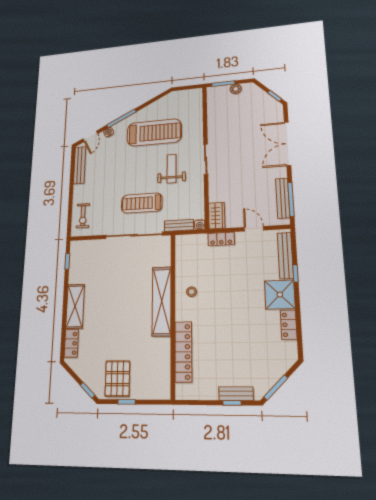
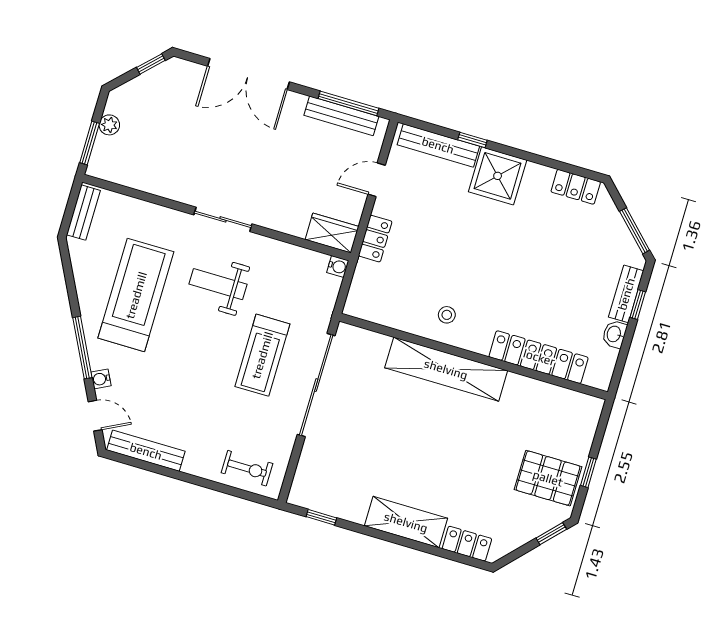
bench: (179, 225) -> (83, 213), moved
locker: (289, 325) -> (576, 187), moved
washbasin: (210, 394) -> (614, 334), added

